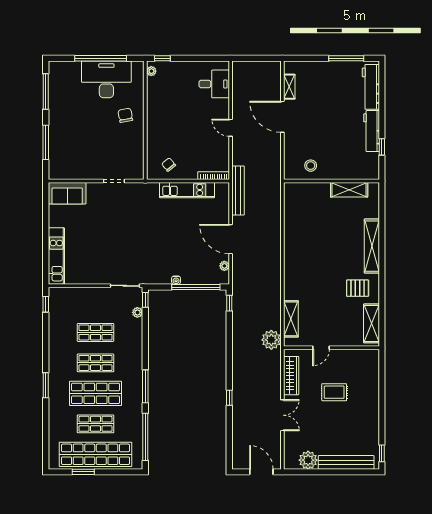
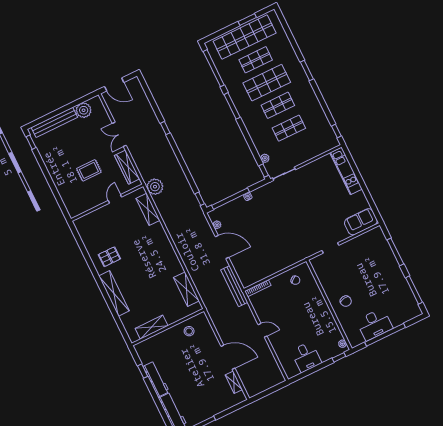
desk: (106, 79) -> (375, 324), width x0.73, depth x0.77
desk: (214, 84) -> (306, 357), moved, turned -90
kitchen unit: (187, 190) -> (272, 268), removed
shelving: (371, 323) -> (186, 289), moved

